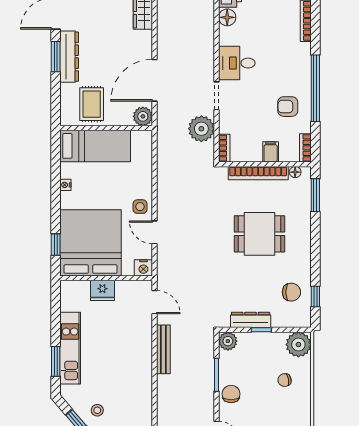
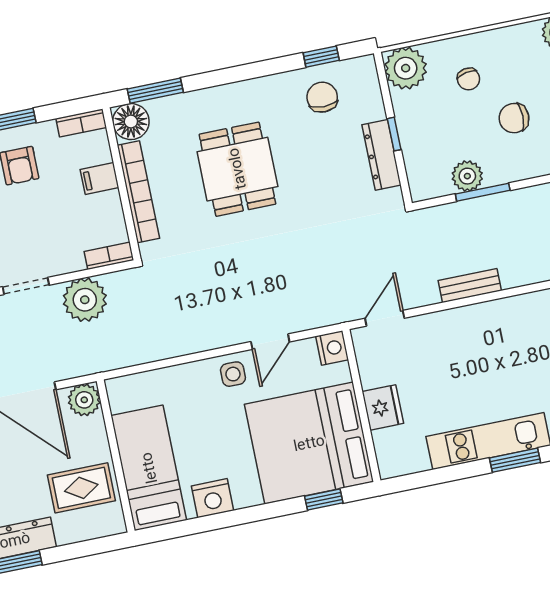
floor lamp: (295, 172) -> (131, 122), width x1.89, depth x1.89
nightstand: (65, 185) -> (213, 498), width x1.89, depth x1.79
plant: (228, 341) -> (467, 176), moved
bench: (163, 349) -> (470, 286), width x0.73
chair: (231, 394) -> (514, 118), moved

